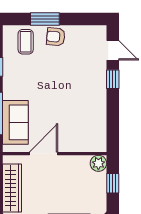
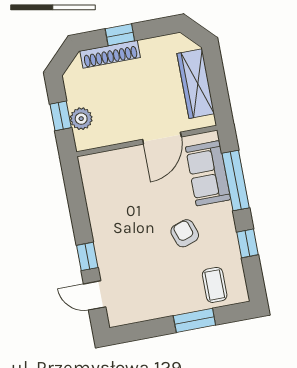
armchair: (56, 37) -> (185, 233), moved, turned -113
plant: (98, 163) -> (81, 119), moved

